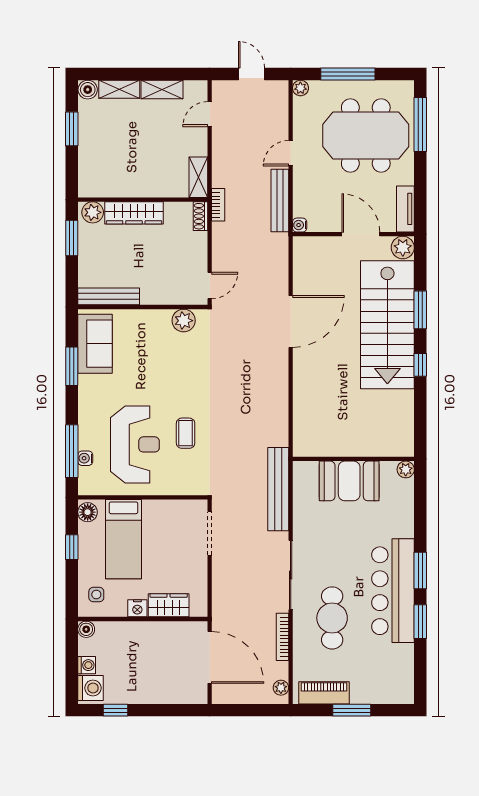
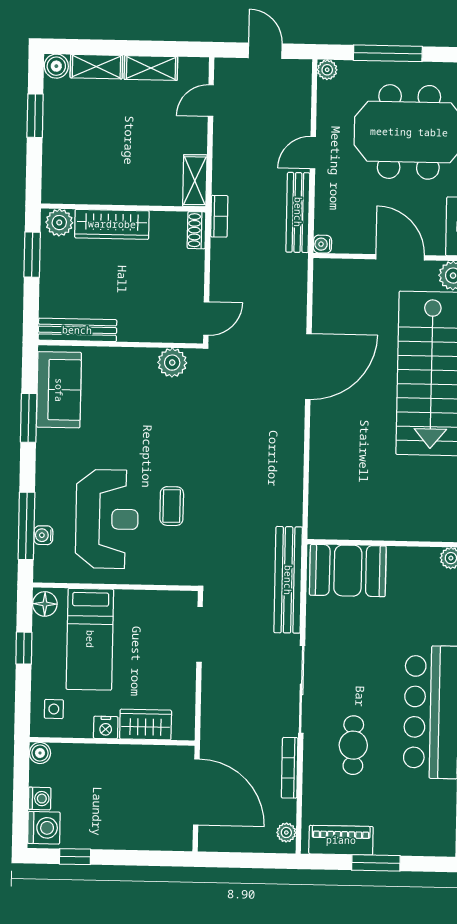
booth: (349, 481) -> (348, 571), moved
cafe table: (332, 618) -> (353, 745), width x0.73, depth x0.74

